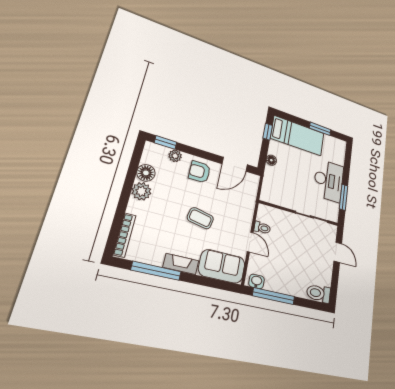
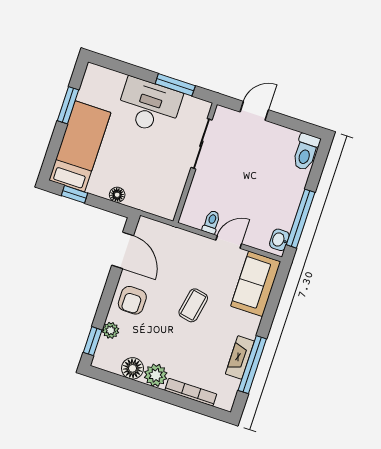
bookcase: (125, 235) -> (191, 392), moved
fireplace: (181, 264) -> (240, 357), moved

